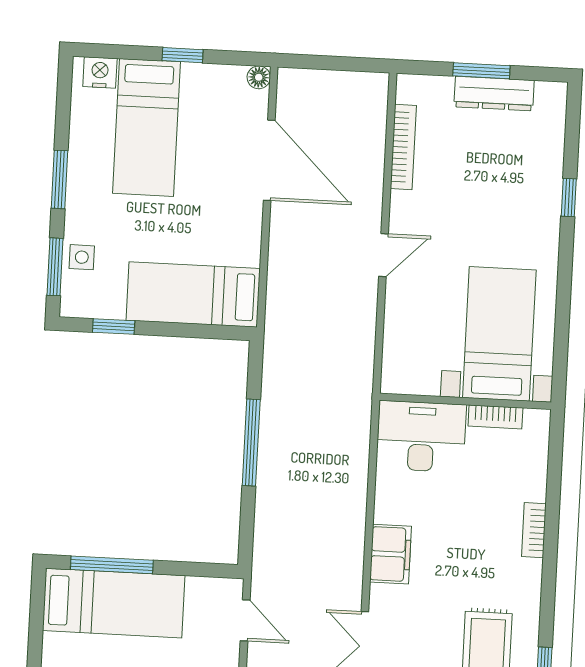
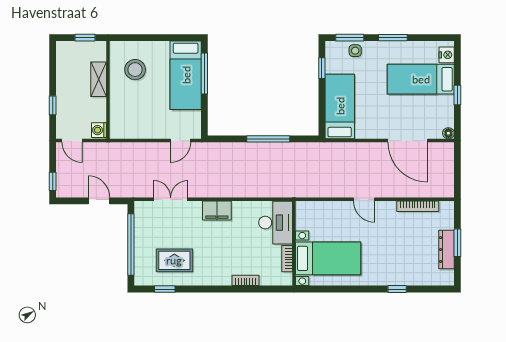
door: (269, 160) -> (408, 141), hinge flipped
bookcase: (534, 530) -> (246, 280), moved

